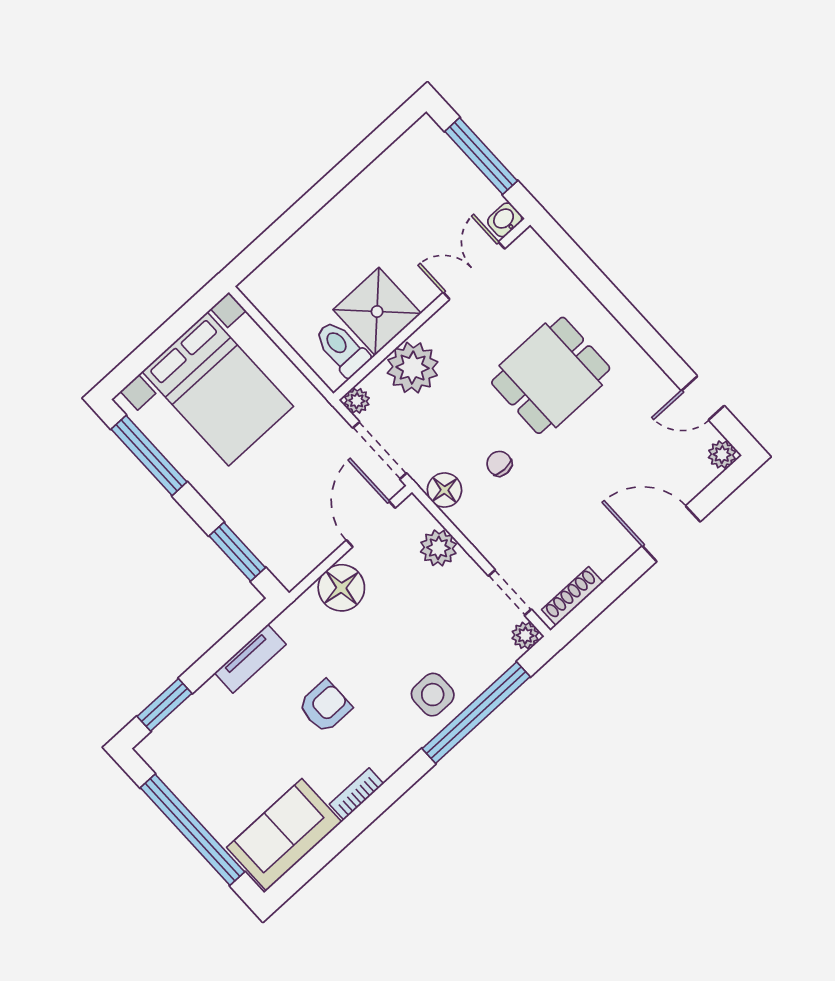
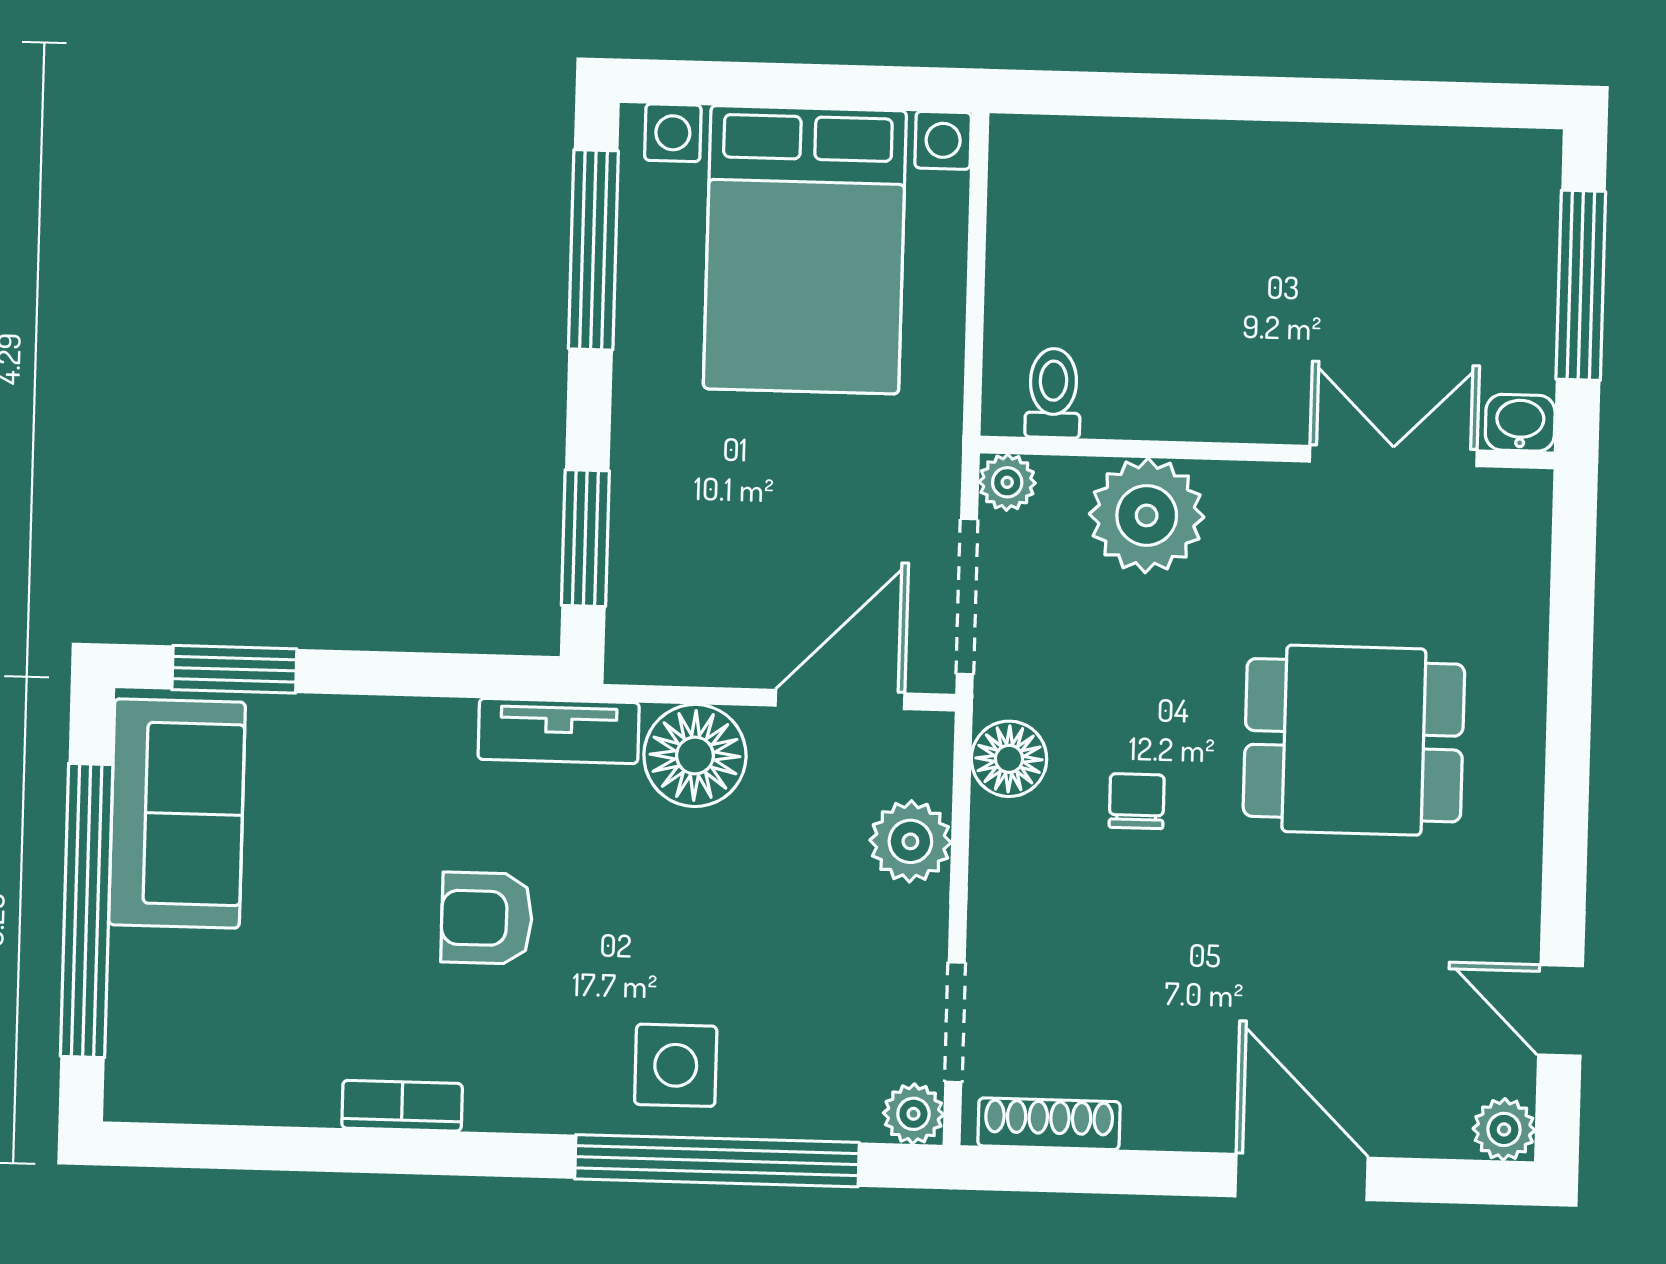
shower: (377, 311) -> (1177, 372), removed
toilet: (342, 348) -> (1053, 393), width x0.73, depth x0.72
tv unit: (250, 659) -> (559, 731), moved
armchair: (325, 706) -> (487, 918), turned 180
sofa: (284, 835) -> (177, 813), moved, turned 90

